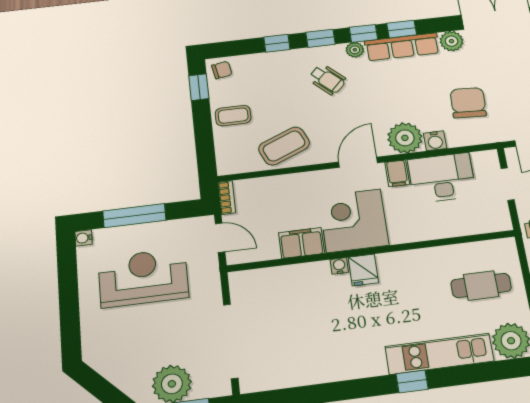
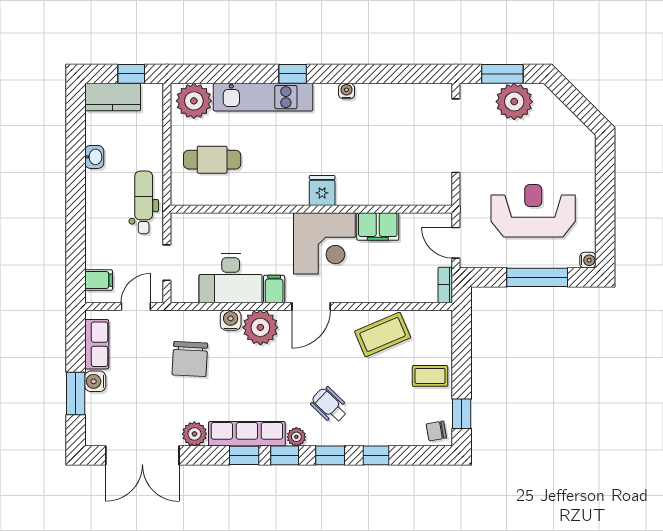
water cooler: (339, 266) -> (347, 91), moved, turned 180
reception desk: (143, 278) -> (533, 211), turned 180

